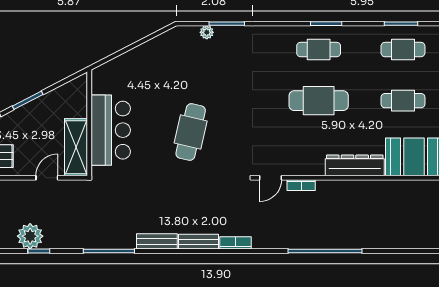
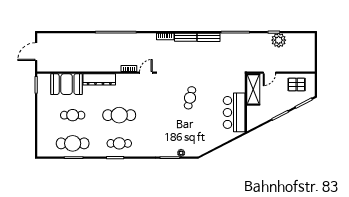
cafe table: (403, 50) -> (73, 143), width x1.37, depth x1.35
bar counter: (111, 130) -> (234, 112), moved
cafe table: (191, 132) -> (190, 98), width x0.73, depth x0.74

